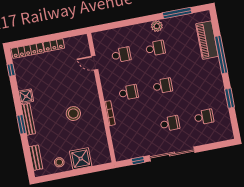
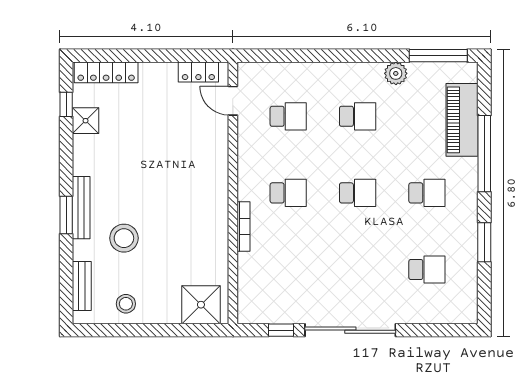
window: (177, 13) -> (438, 56), moved
plant: (157, 26) -> (396, 73), moved
locker: (54, 45) -> (198, 72), moved
door: (95, 63) -> (233, 101), moved
shower: (26, 96) -> (86, 121), moved
stool: (73, 114) -> (124, 238), moved
school desk: (170, 123) -> (427, 193), moved
shower: (81, 159) -> (201, 305), moved

